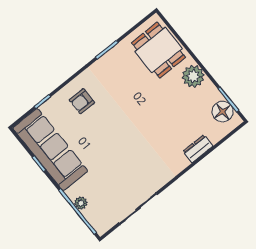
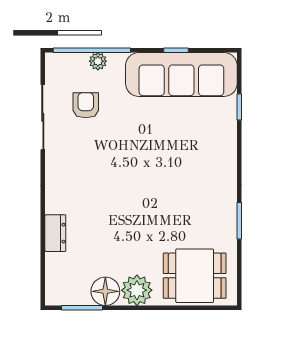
armchair: (82, 101) -> (86, 105), moved
floor lamp: (223, 112) -> (105, 291), moved

